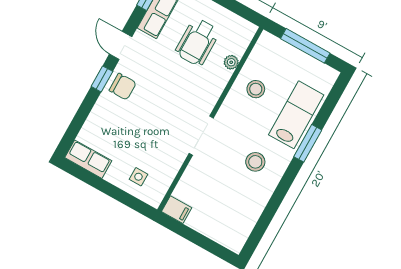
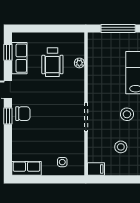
stool: (256, 89) -> (121, 147), moved

